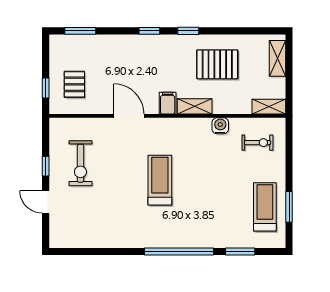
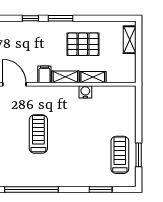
window: (188, 31) -> (60, 18), width x1.50
shelving: (269, 107) -> (93, 77), moved
exercise bike: (258, 143) -> (114, 105), removed
window: (179, 251) -> (32, 189), moved

